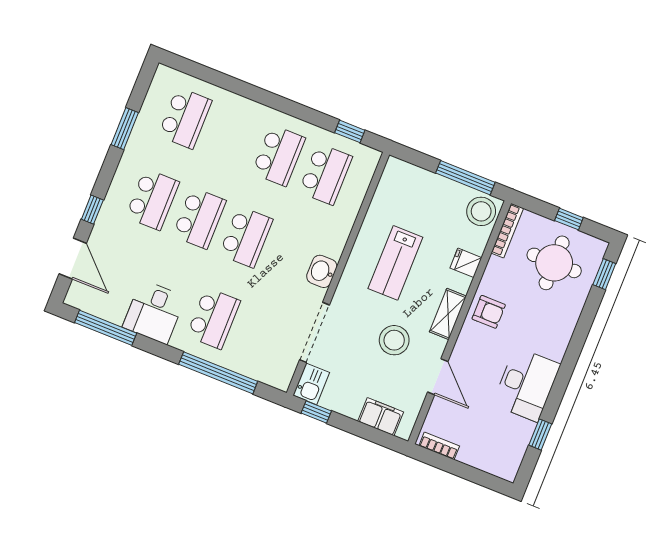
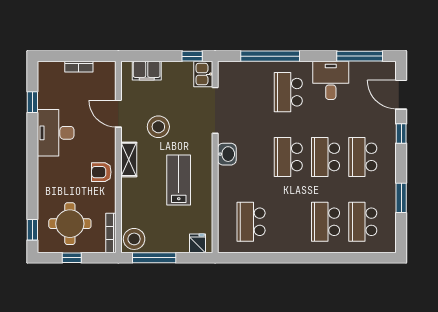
window: (350, 131) -> (246, 258), removed
school desk: (279, 155) -> (326, 222), moved
fridge: (466, 263) -> (198, 243), moved, turned -90
bookcase: (439, 446) -> (79, 67), moved

